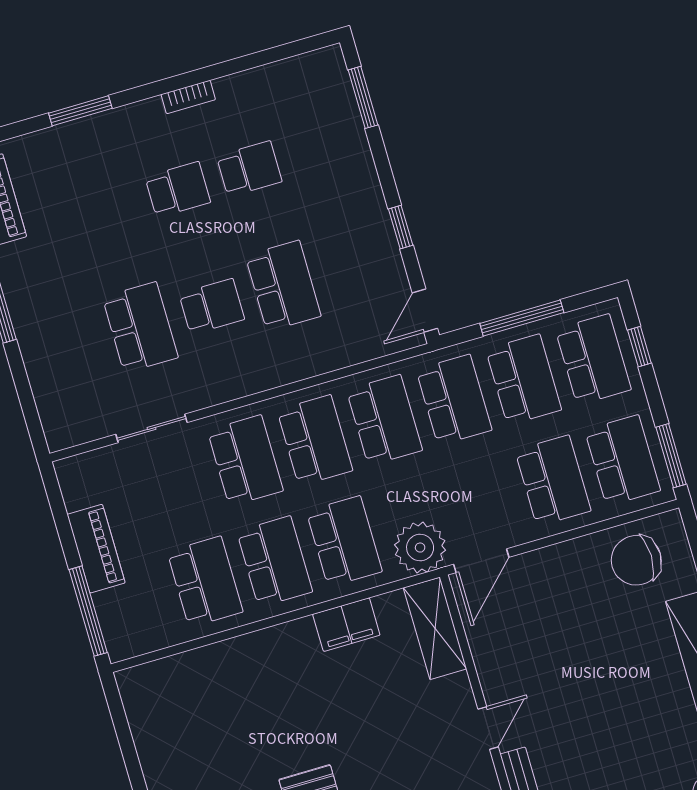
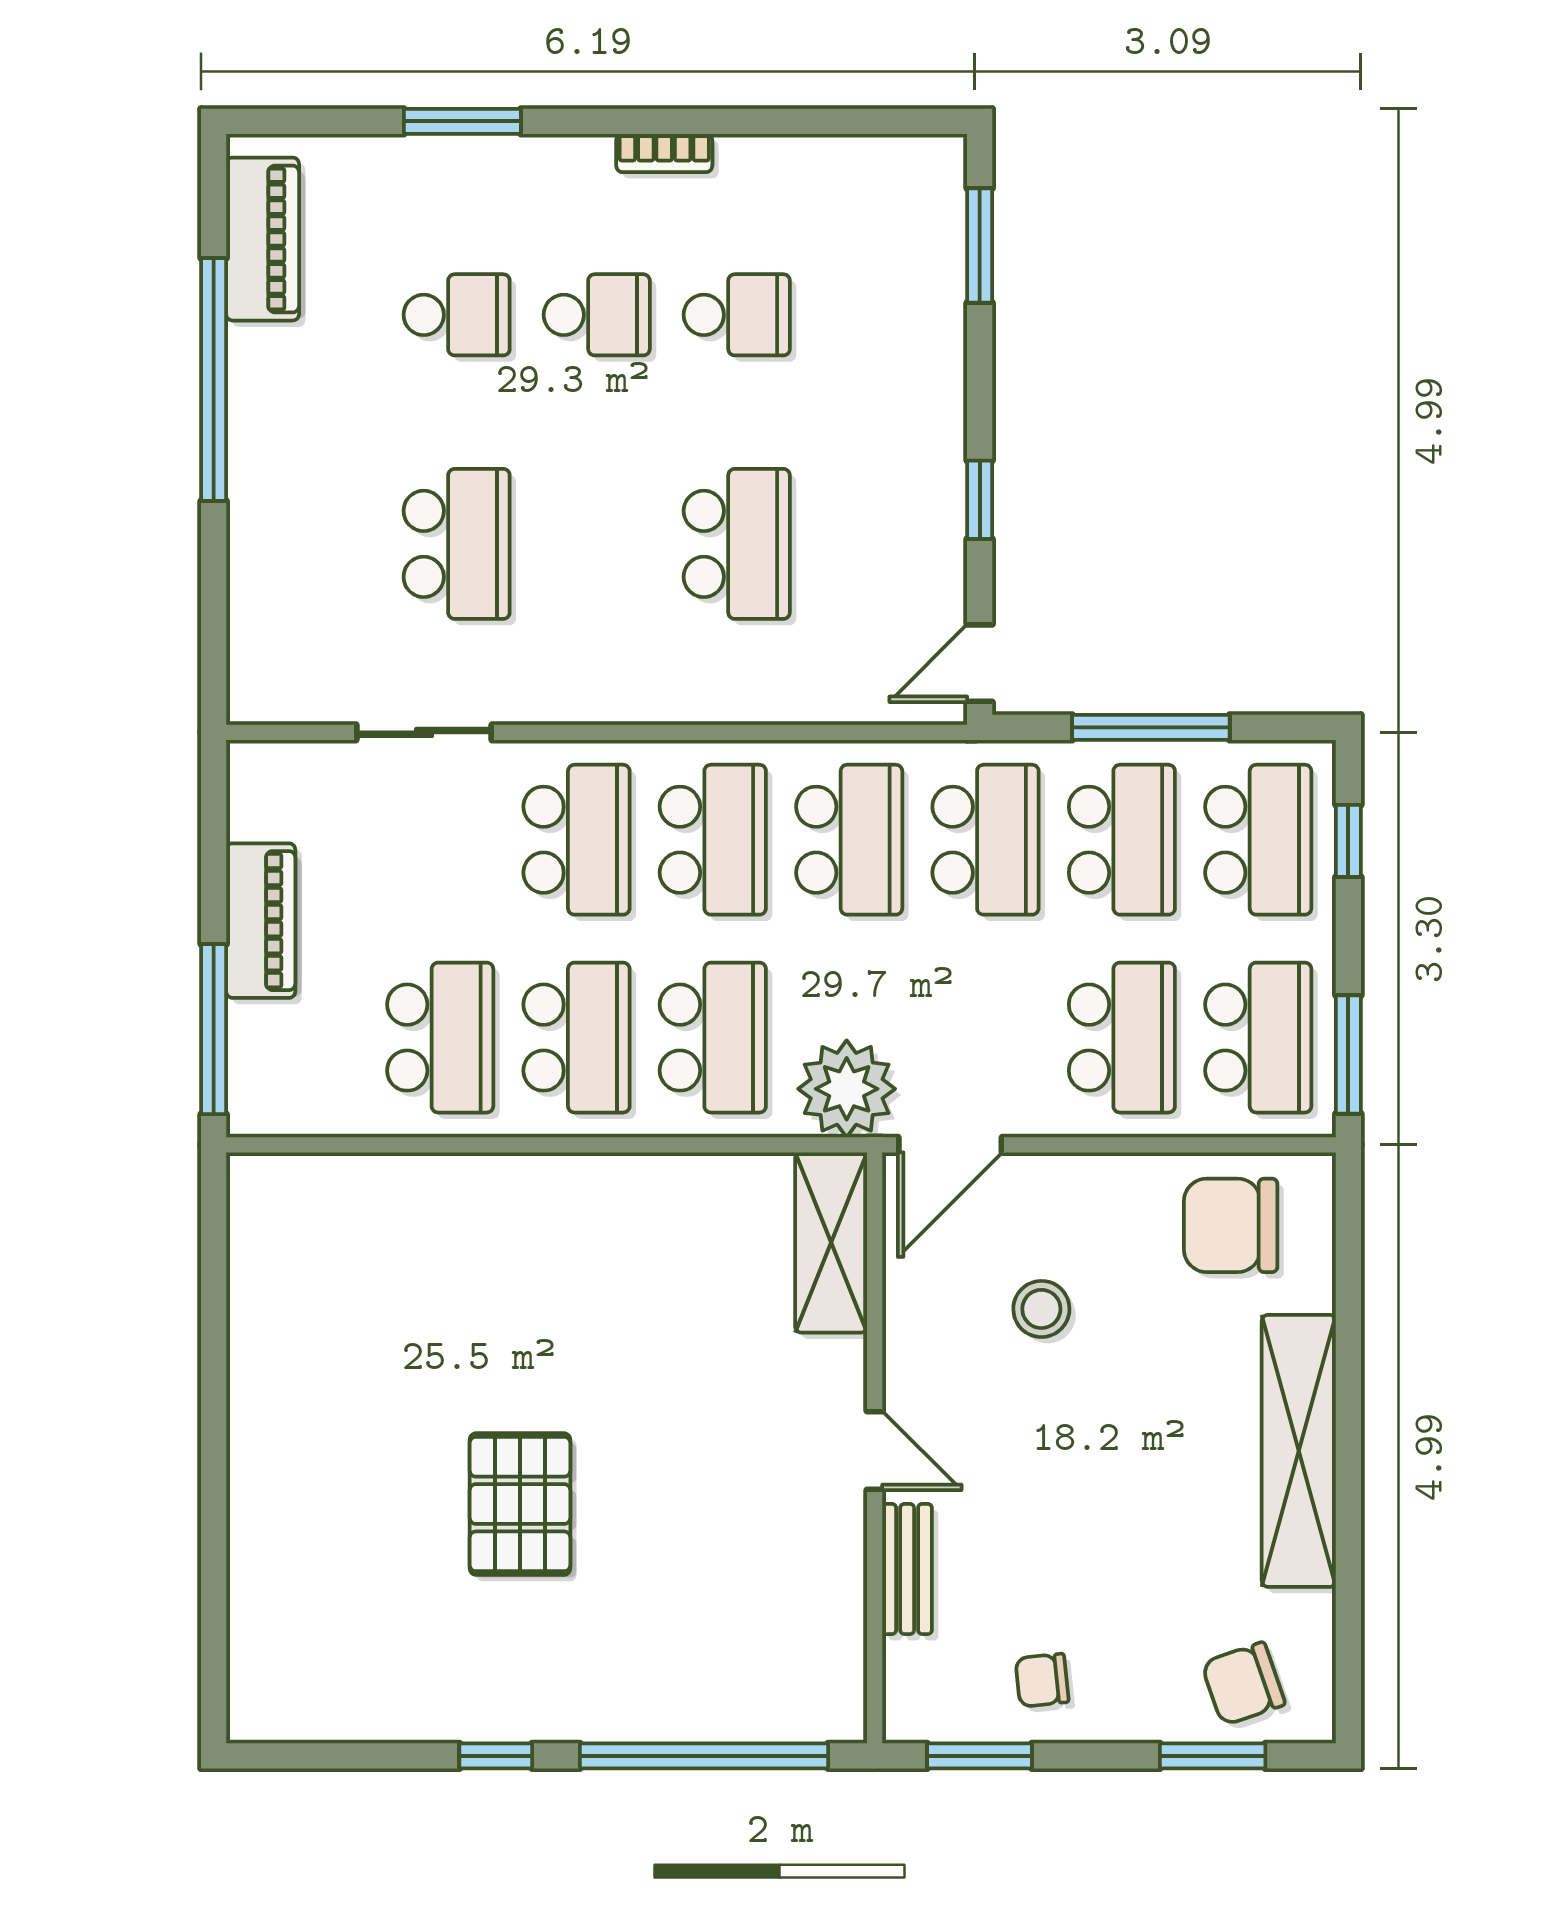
school desk: (212, 307) -> (457, 315), moved
filing cabinet: (346, 625) -> (673, 1189), removed
stool: (552, 631) -> (1041, 1309), added
door: (488, 728) -> (875, 1451), hinge flipped

